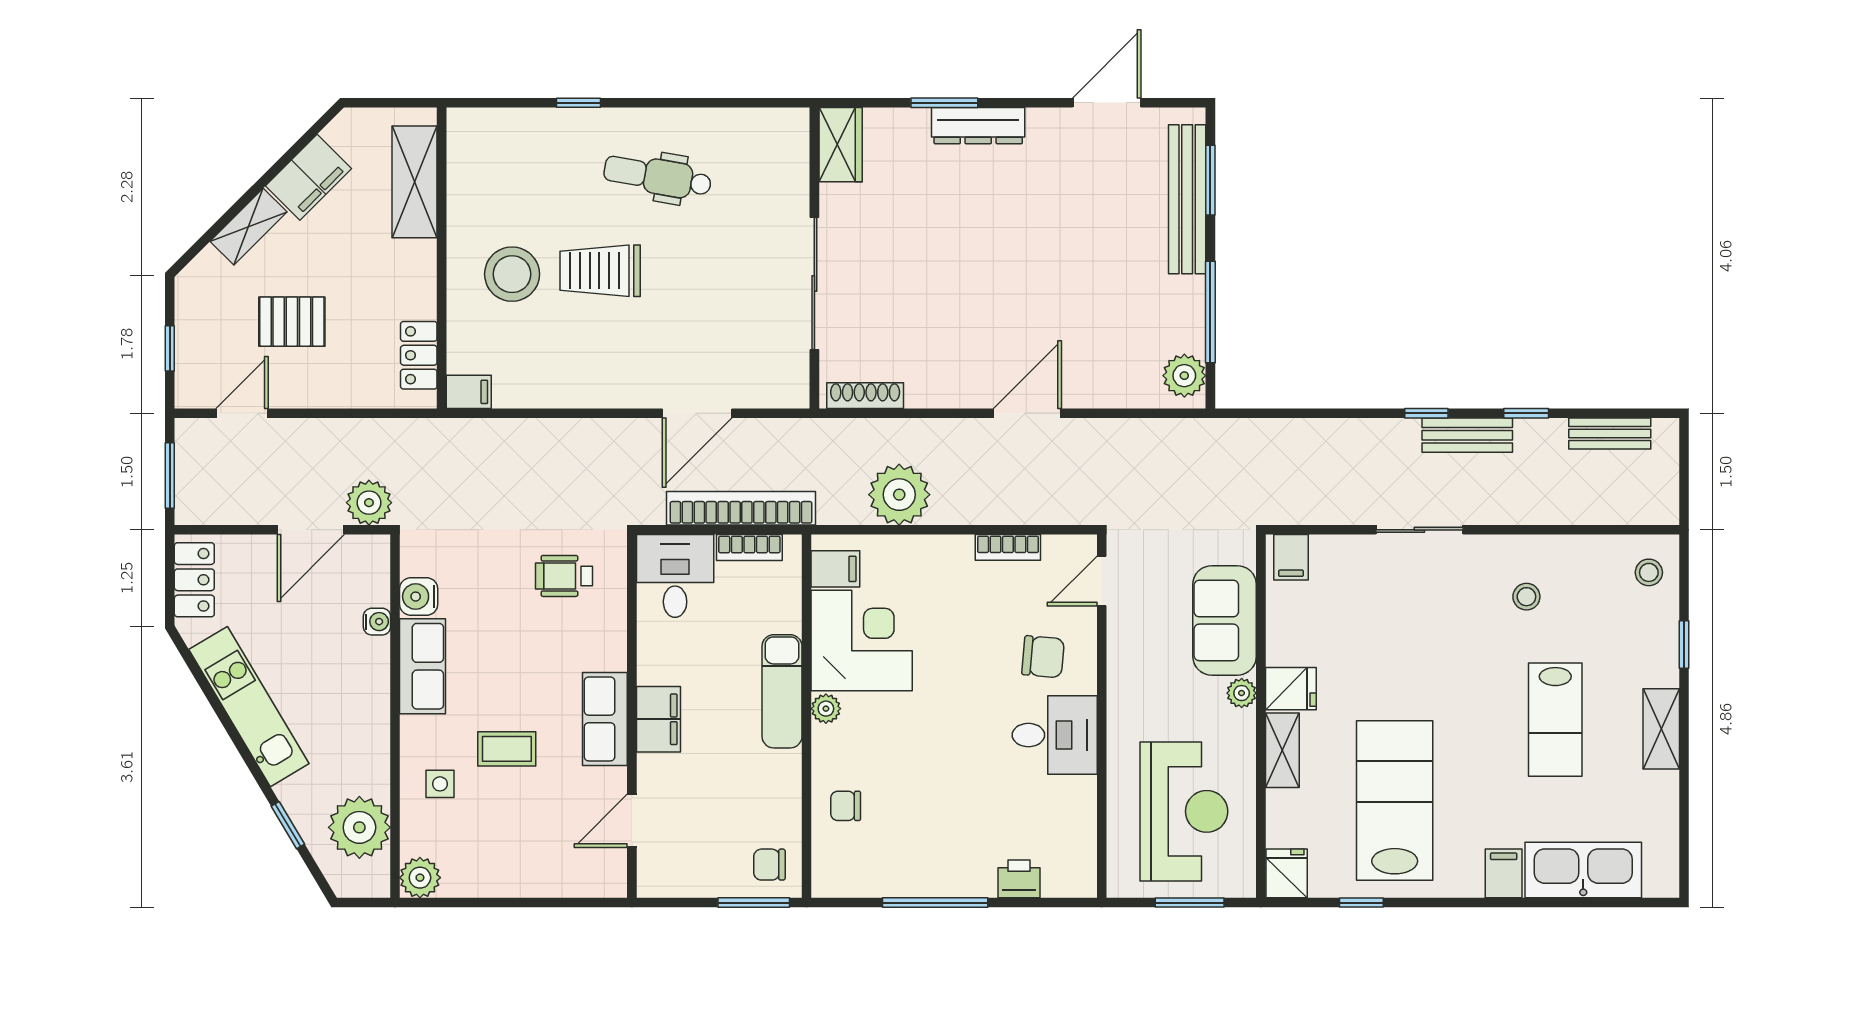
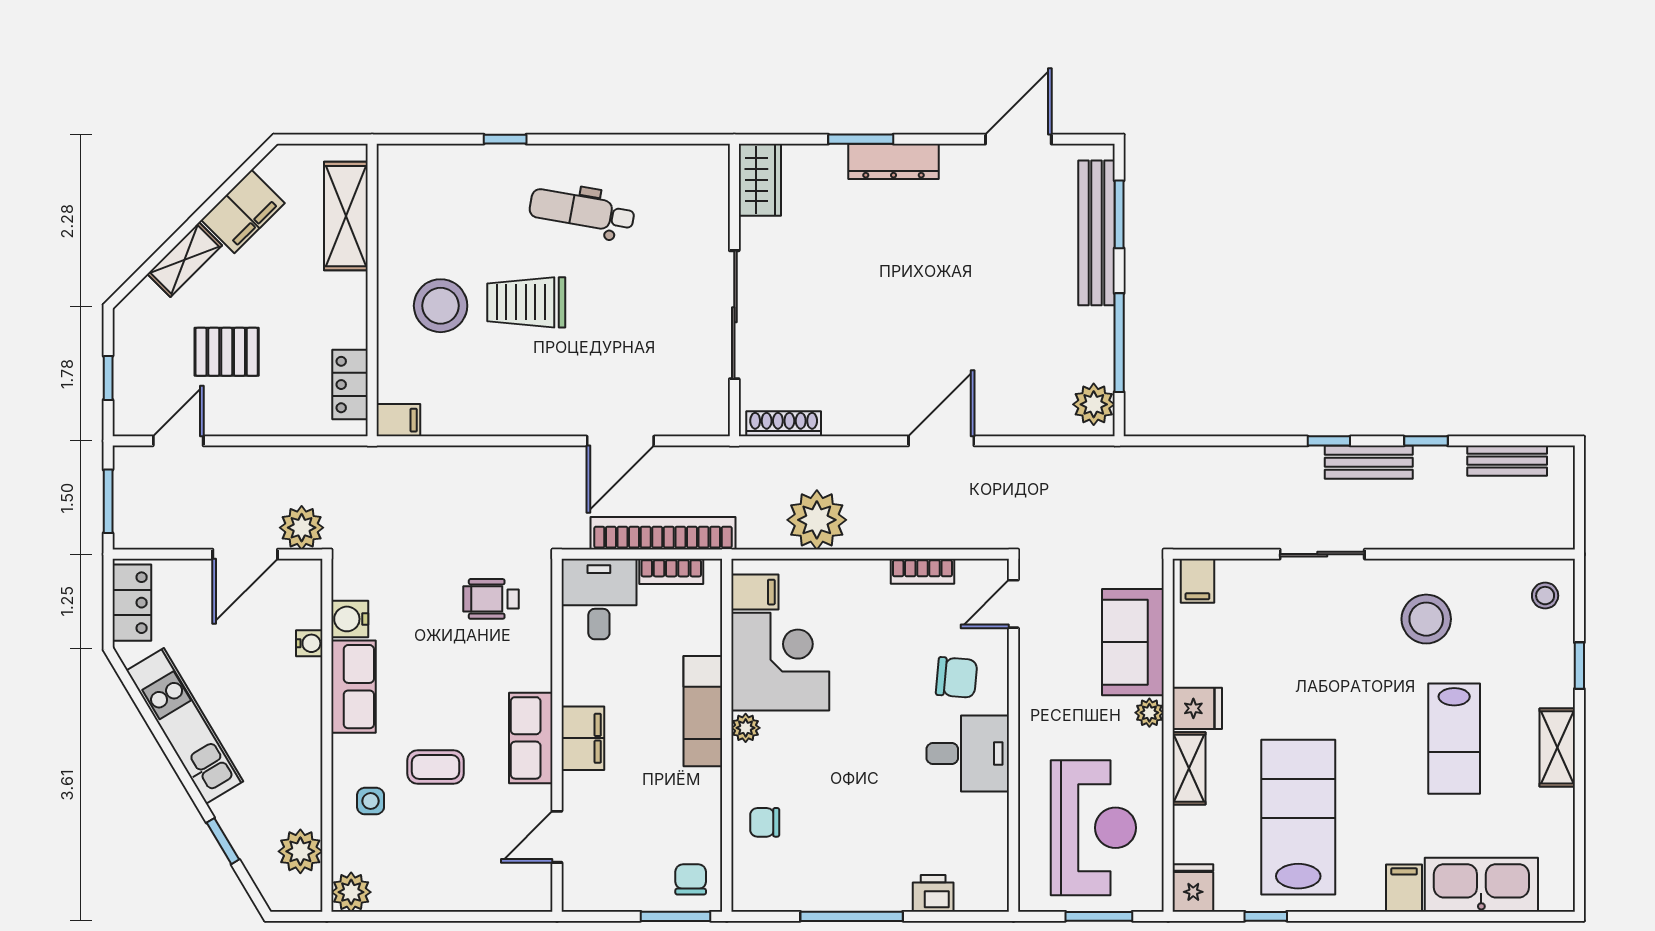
stool: (1526, 597) -> (1426, 619), width x1.89, depth x1.89
plant: (359, 827) -> (300, 851), width x0.73, depth x0.73
chair: (769, 865) -> (691, 879), turned 90

